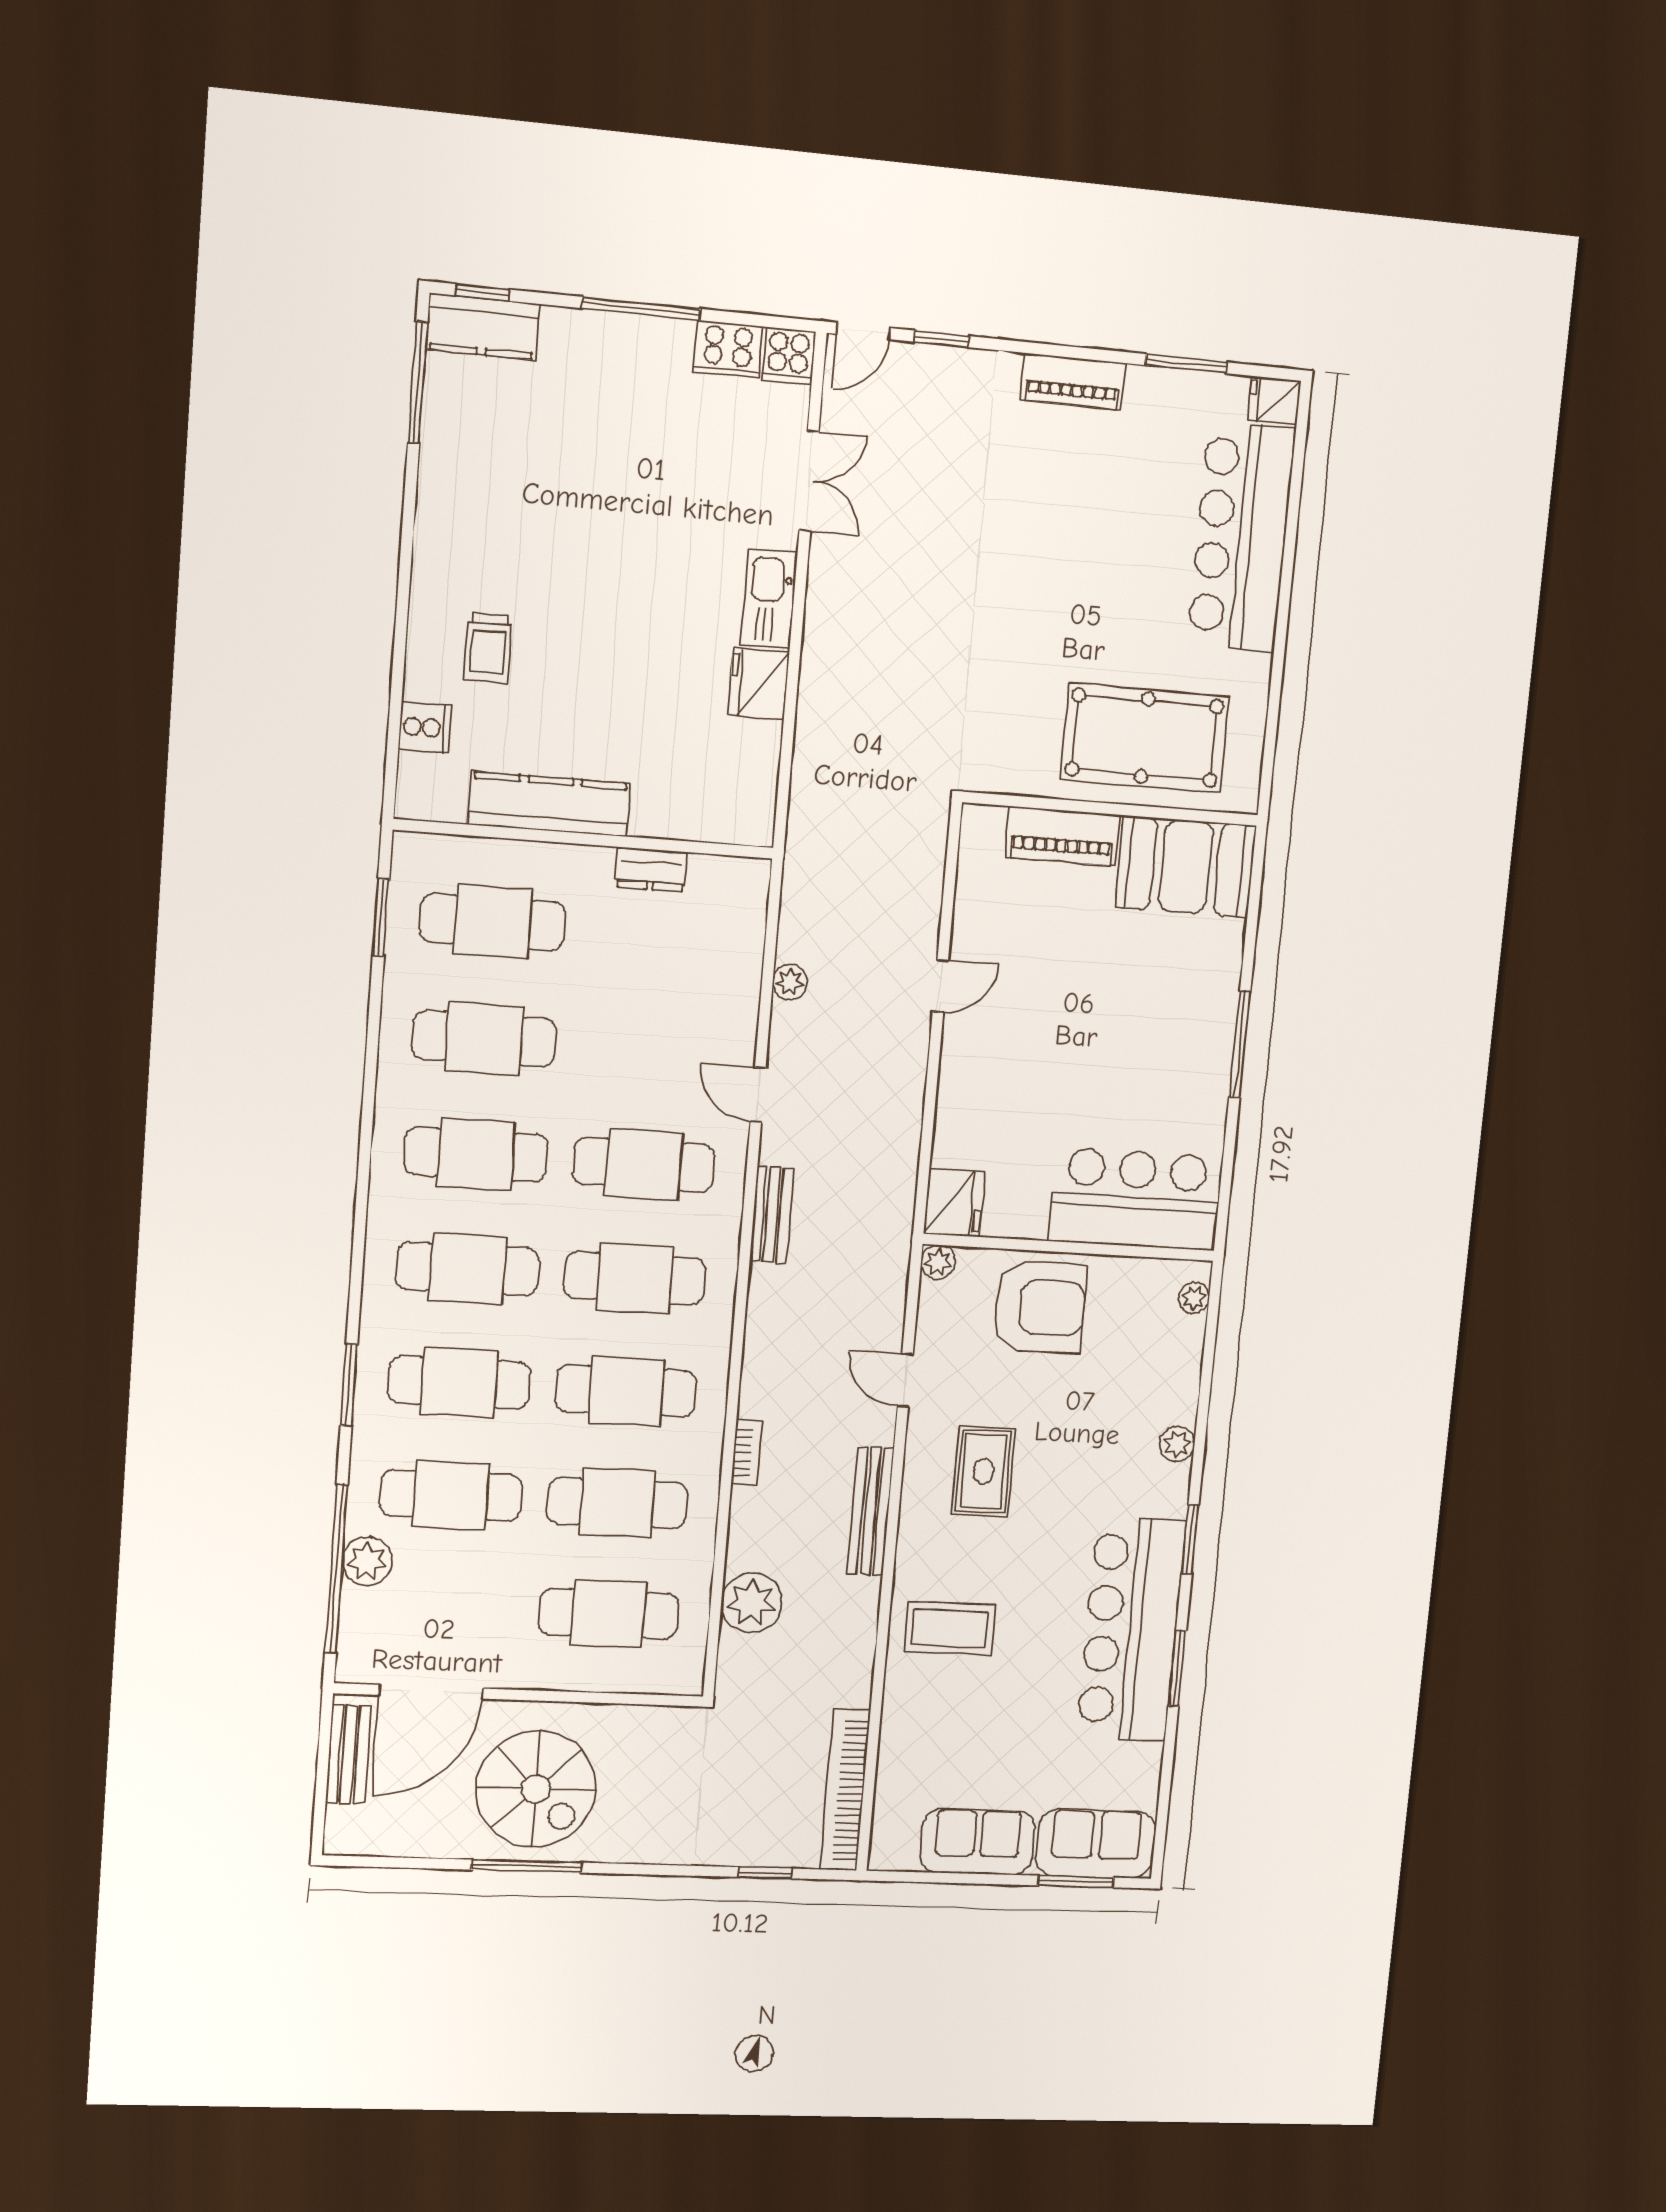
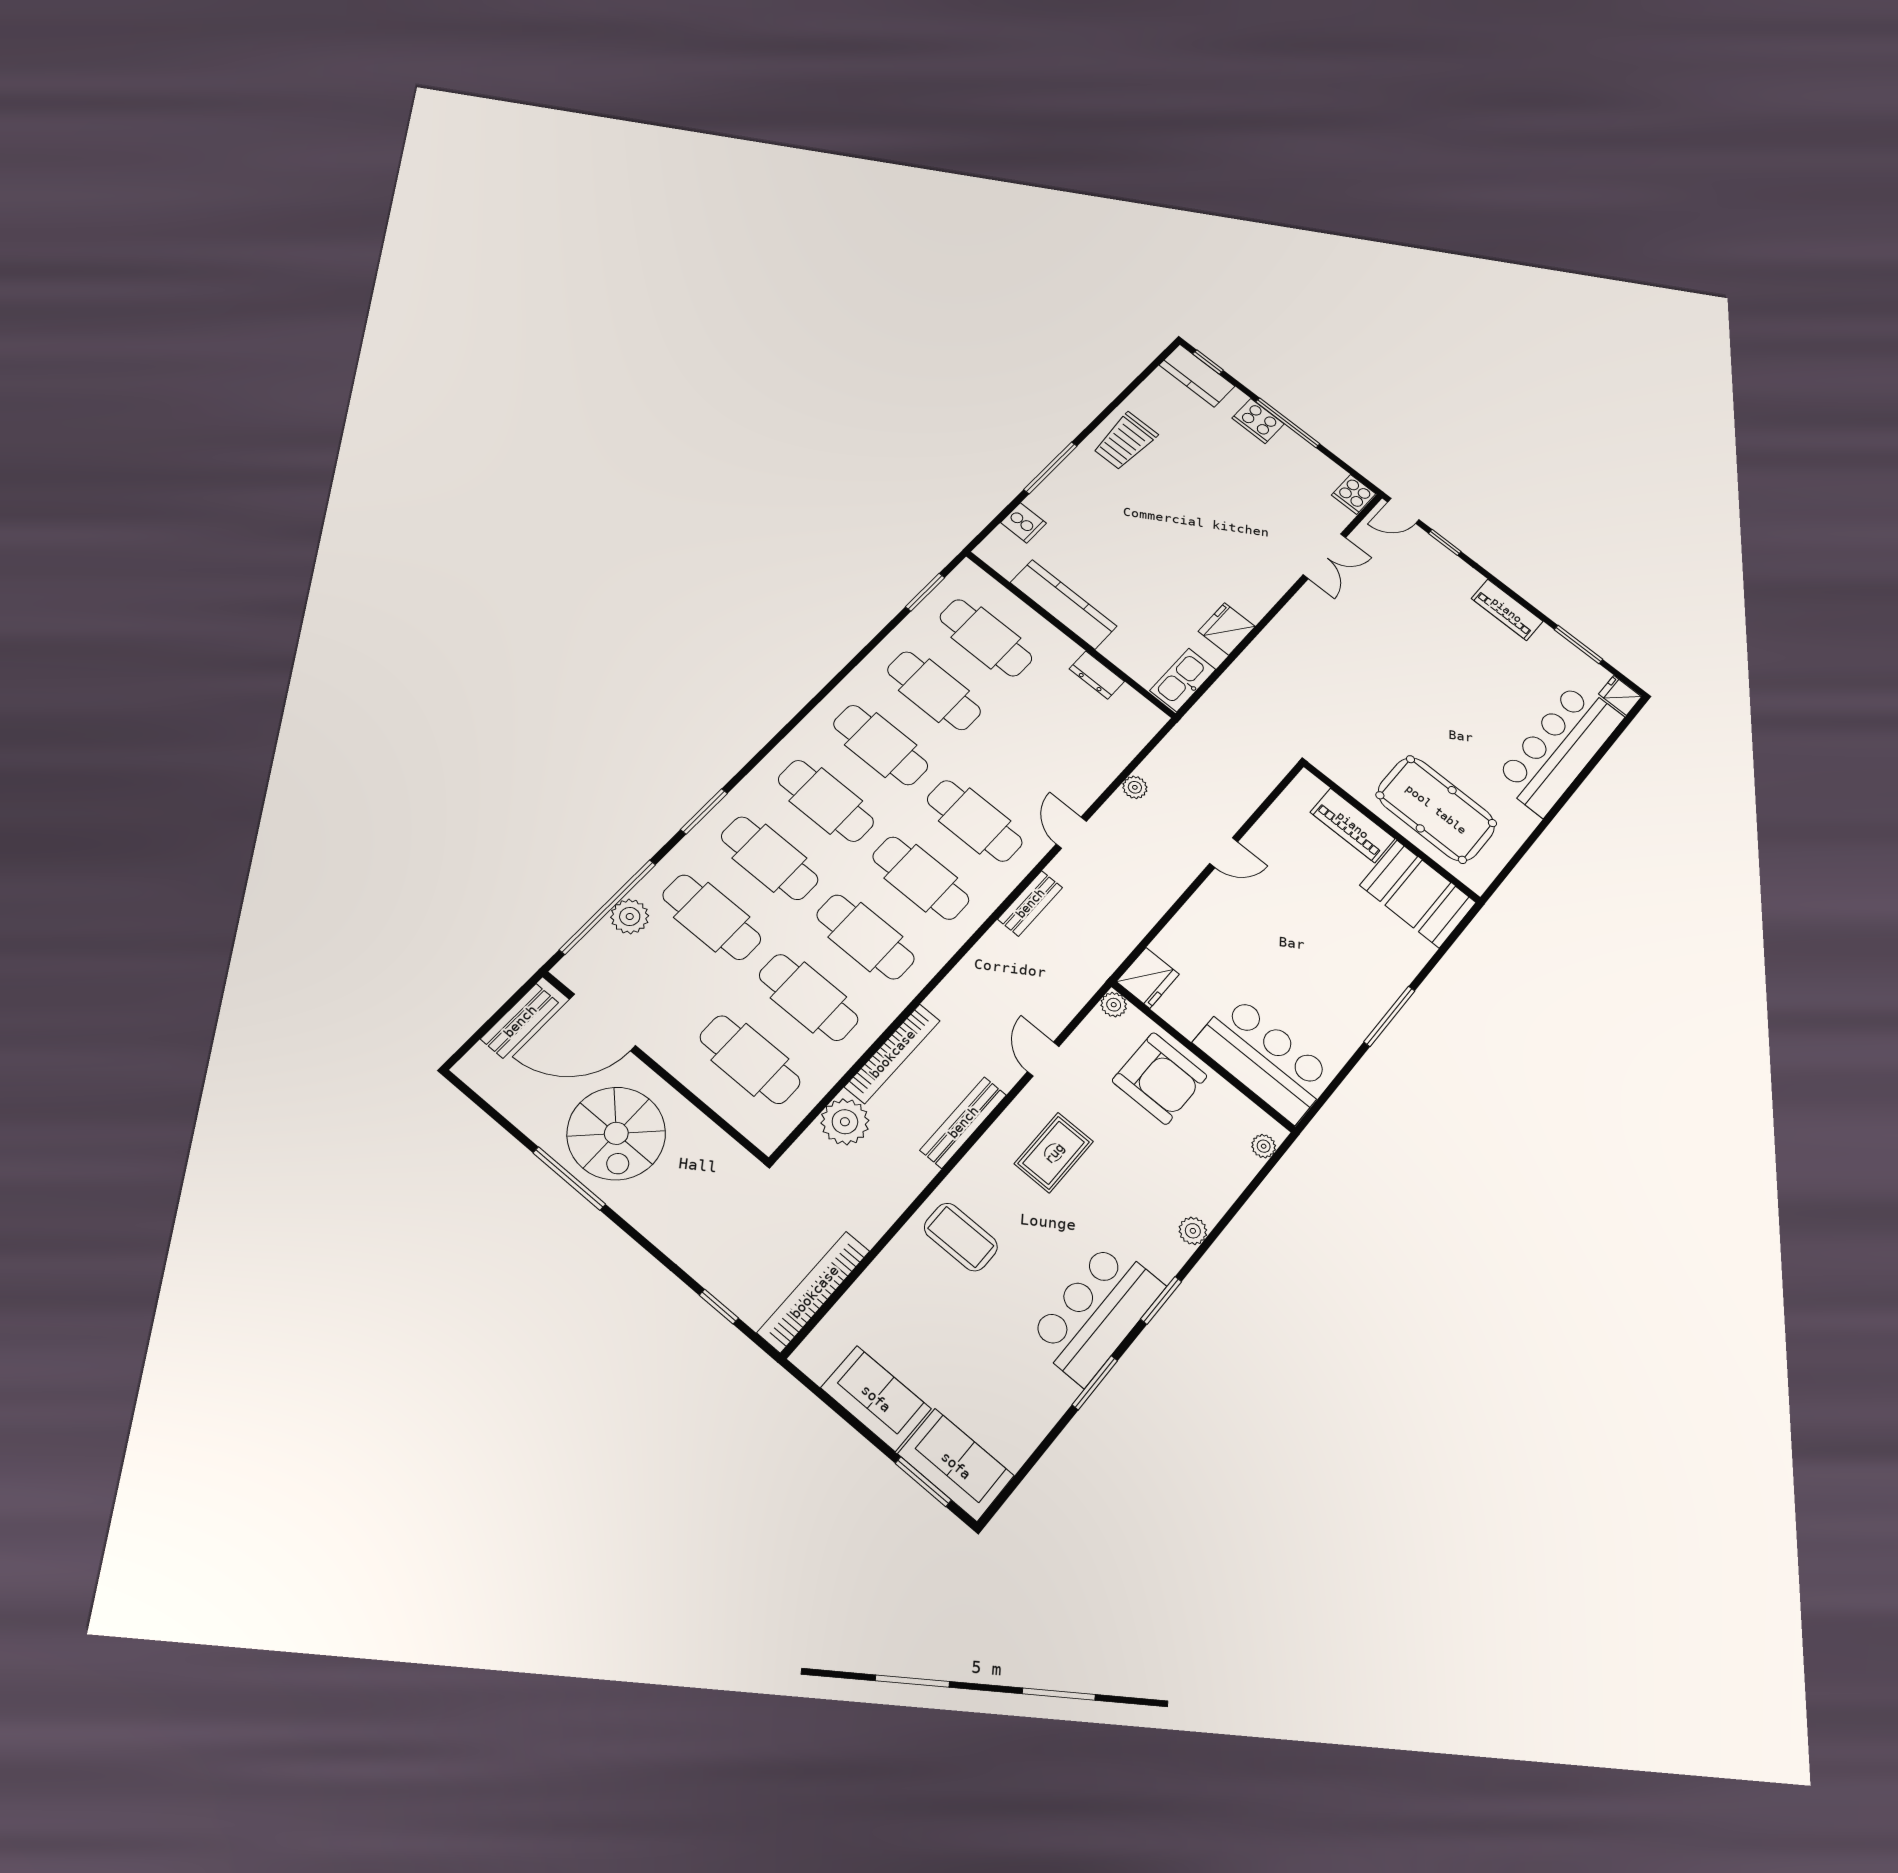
cooker: (728, 349) -> (1258, 421), moved
window: (418, 383) -> (1050, 468), moved
kitchen sink: (769, 599) -> (1183, 680), moved
trolley: (488, 648) -> (1125, 441), moved, width x1.36, depth x1.39
bookcase: (747, 1453) -> (892, 1054), width x2.31, depth x1.31
bar counter: (1131, 1629) -> (1096, 1313), width x0.73

